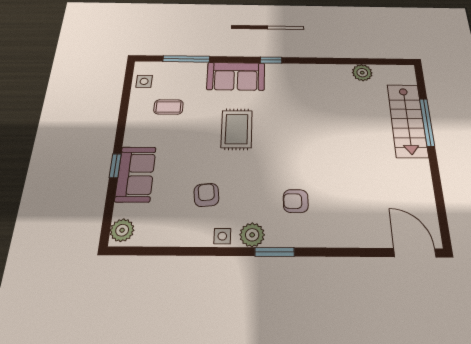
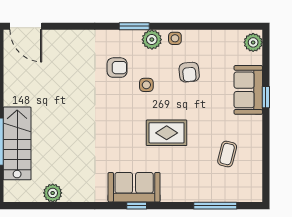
sofa: (236, 76) -> (134, 187), moved
side table: (144, 81) -> (146, 85), moved
coffee table: (168, 107) -> (227, 154), turned -76
rug: (237, 129) -> (167, 133), turned 90

